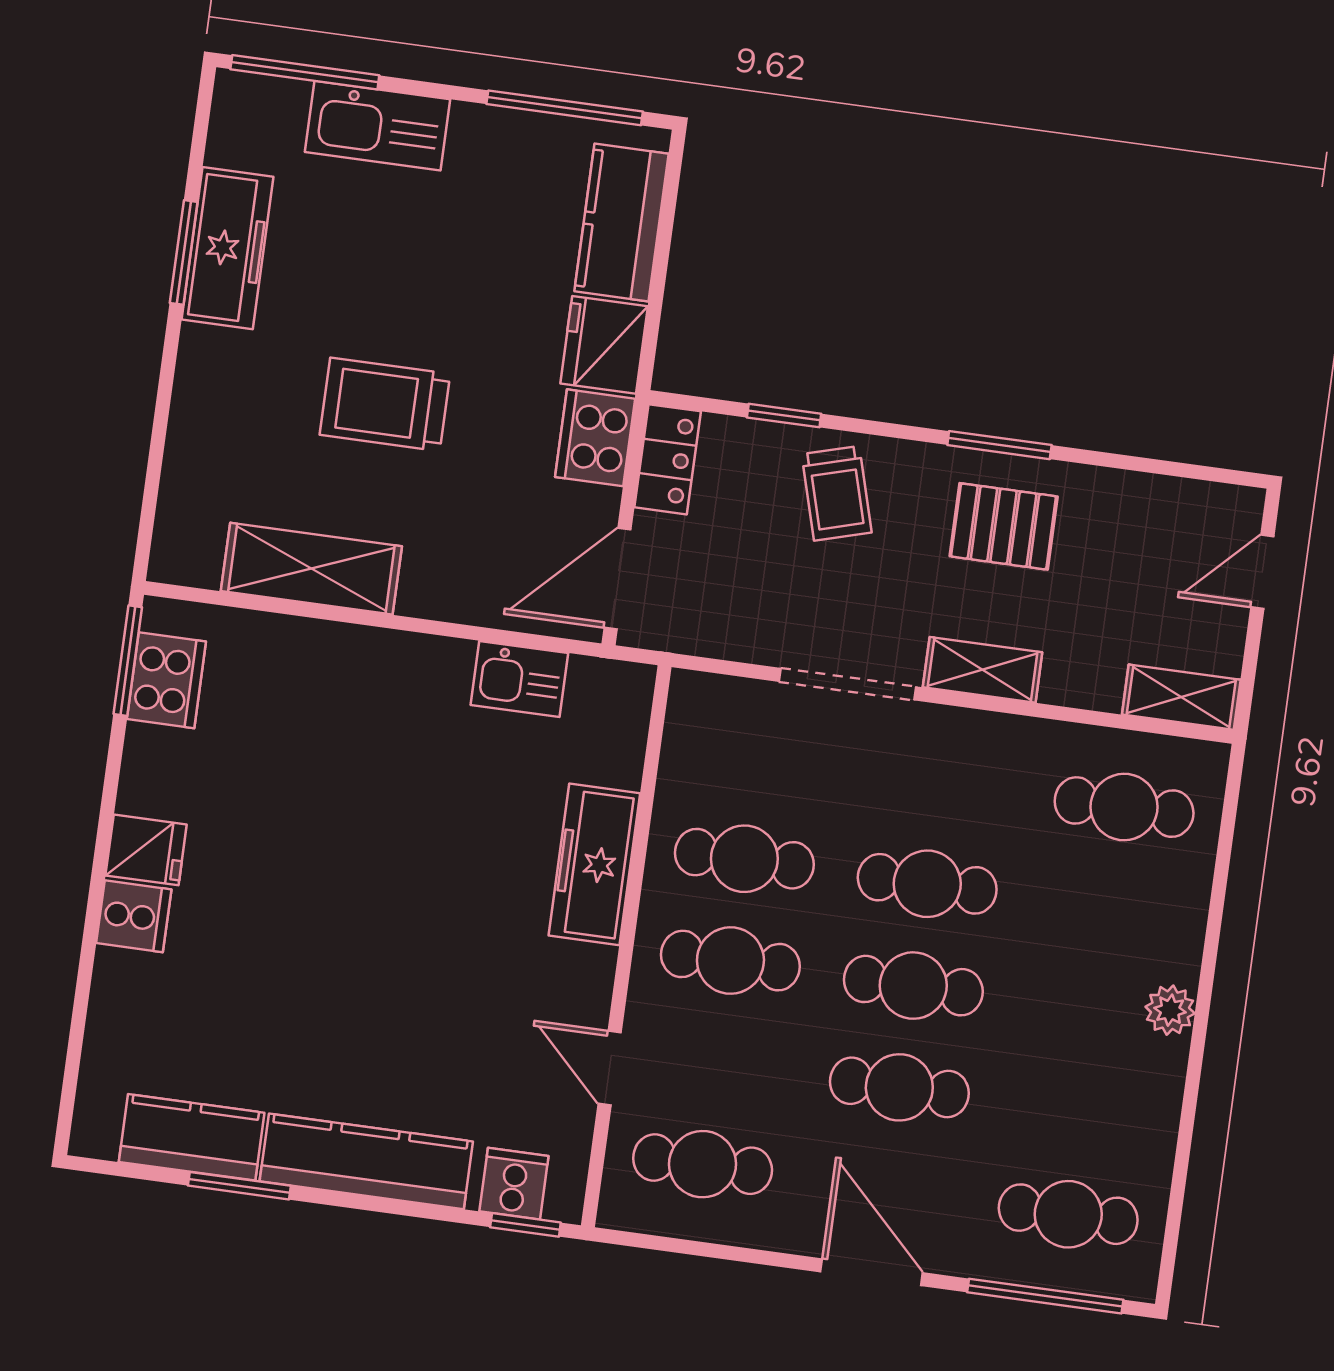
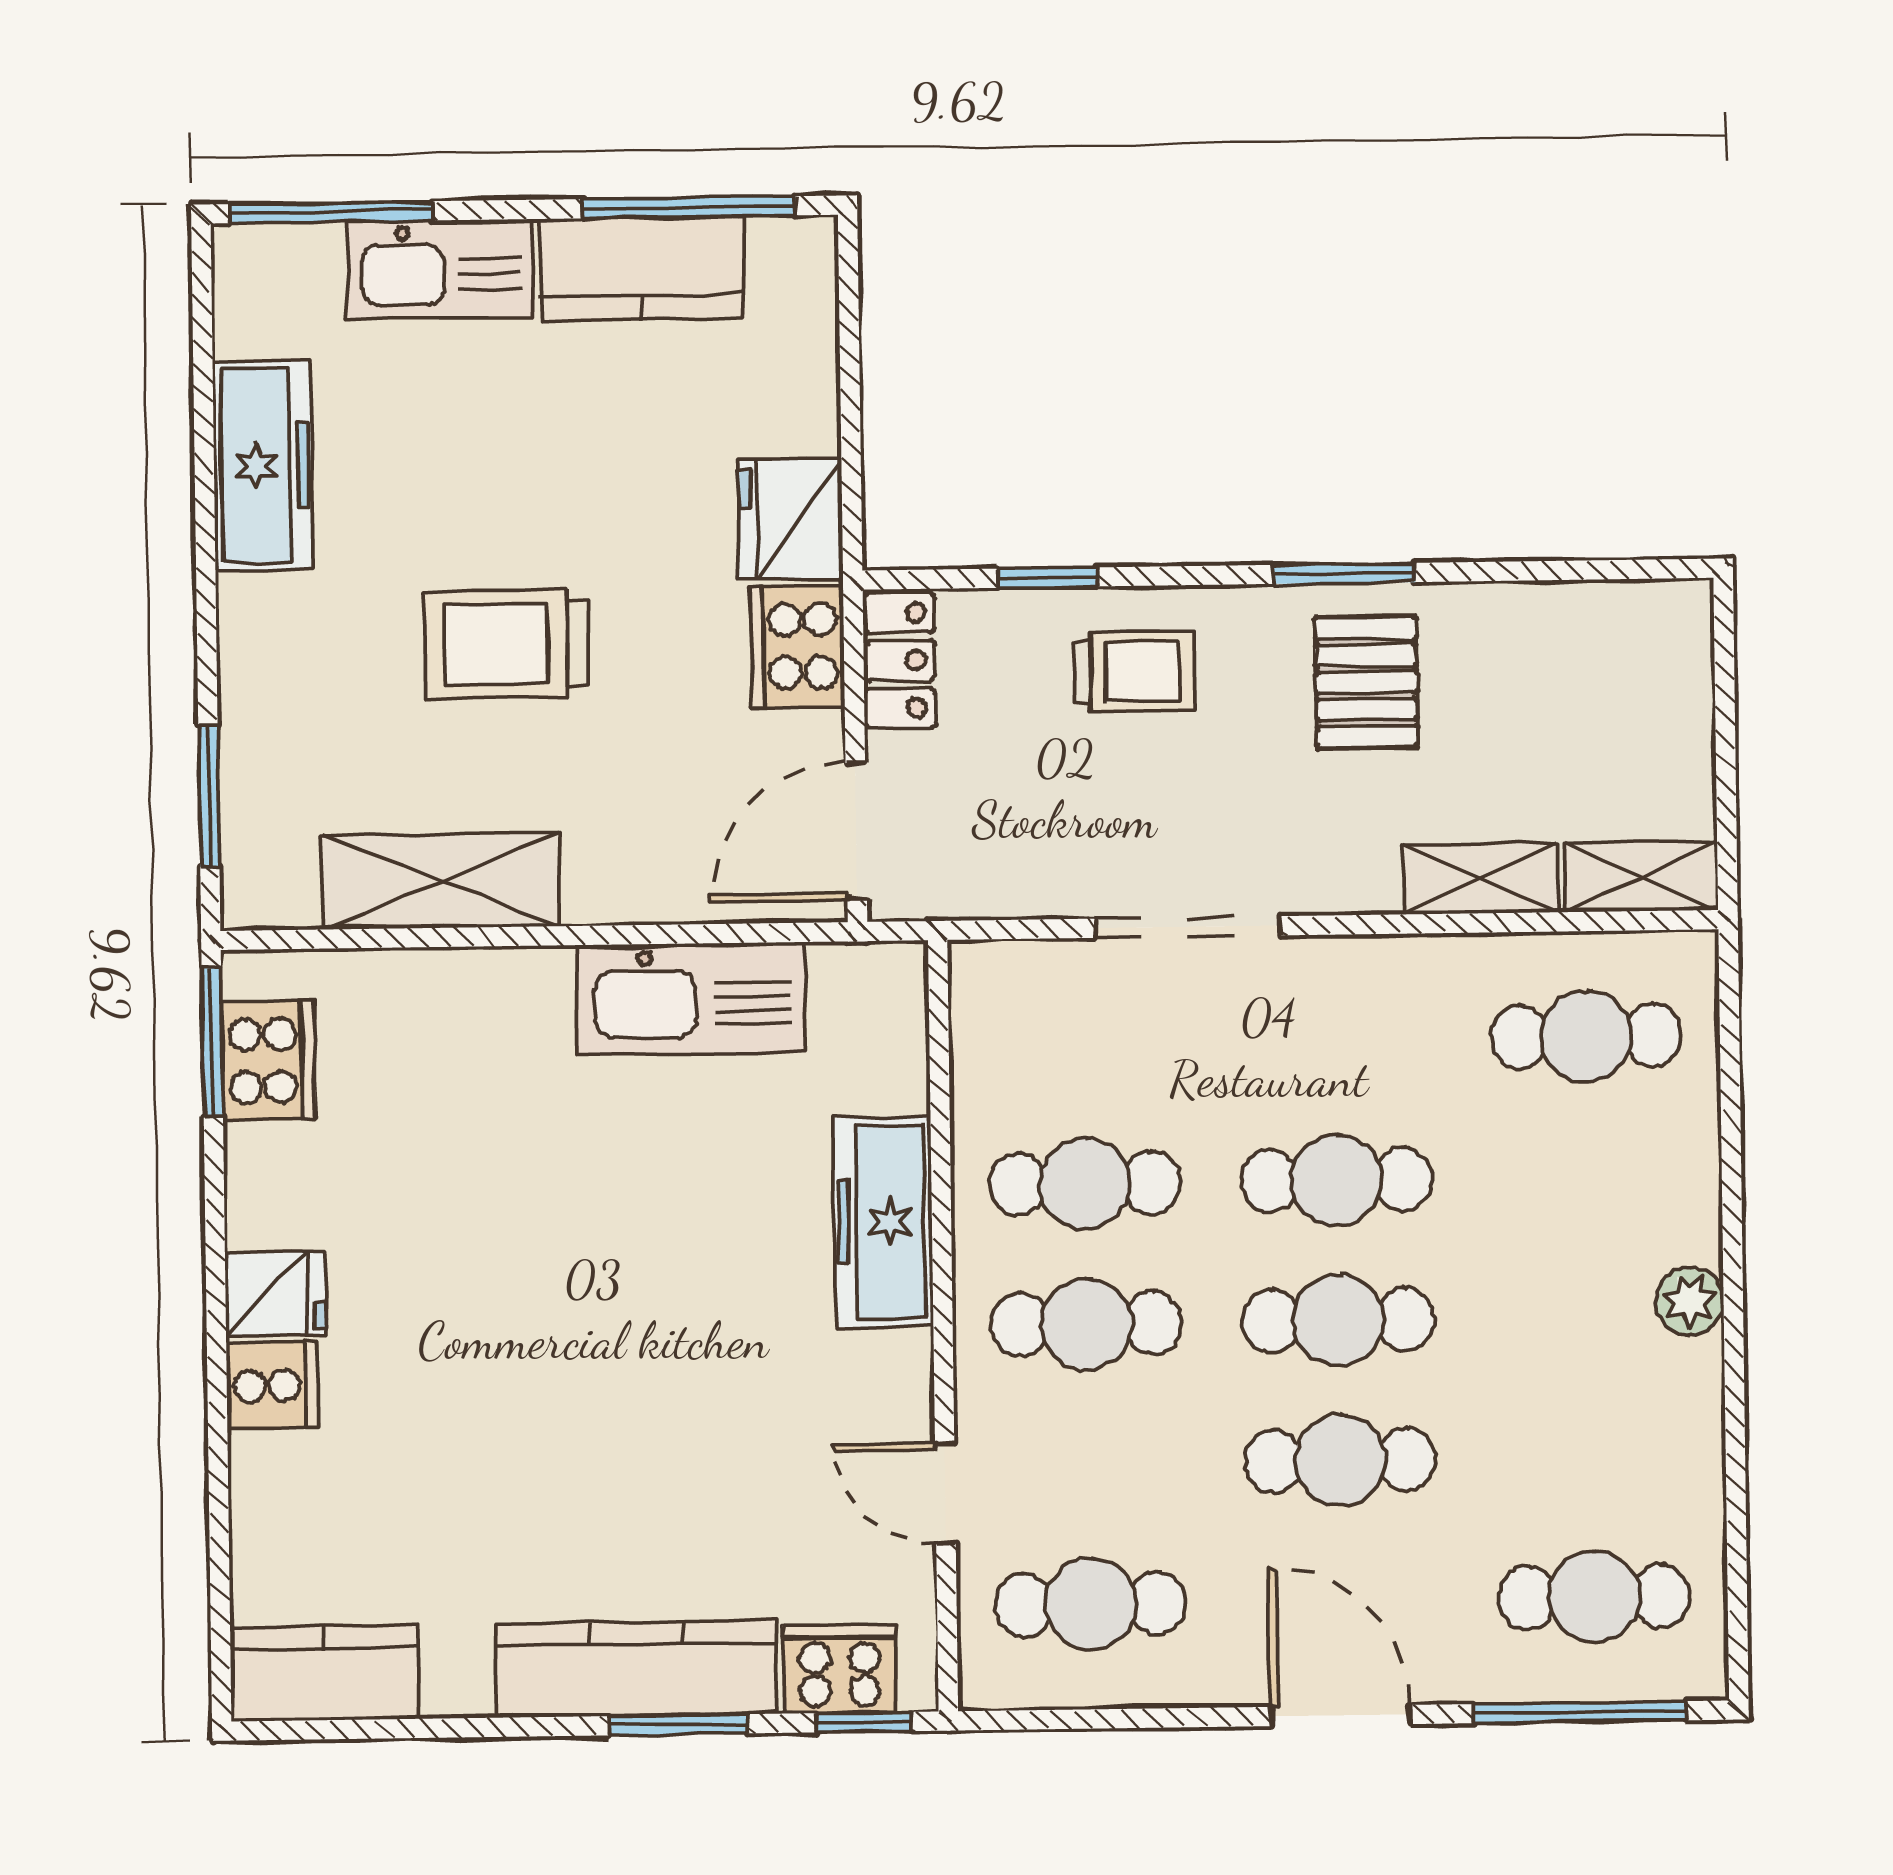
kitchen counter: (622, 223) -> (642, 268), moved, turned -90
window: (184, 252) -> (209, 796), moved
trolley: (837, 493) -> (1134, 672), turned -74
pallet: (1004, 526) -> (1366, 682), turned 90
door: (1262, 572) -> (1725, 691), removed
shelving: (983, 670) -> (1480, 878), moved
kitchen sink: (519, 679) -> (691, 998), width x1.88, depth x1.24
kitchen counter: (192, 1137) -> (324, 1673), moved
cooker: (514, 1184) -> (840, 1669), width x1.36
window: (239, 1186) -> (678, 1725), moved

